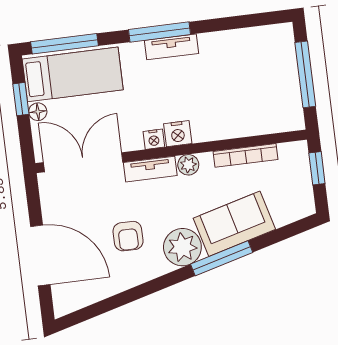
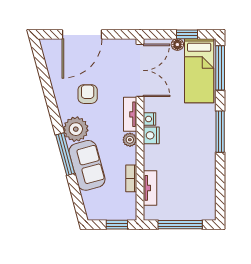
tv unit: (171, 47) -> (150, 188), moved, turned 180
bookcase: (246, 155) -> (131, 178), width x0.64
armchair: (128, 236) -> (88, 94), turned 90

